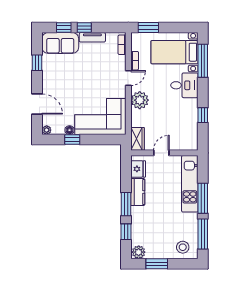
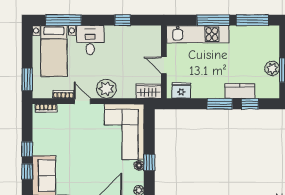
tv unit: (92, 37) -> (38, 140), removed
kitchen counter: (138, 192) -> (240, 91), moved
stool: (183, 247) -> (267, 42), removed
plant: (139, 252) -> (272, 68), moved

